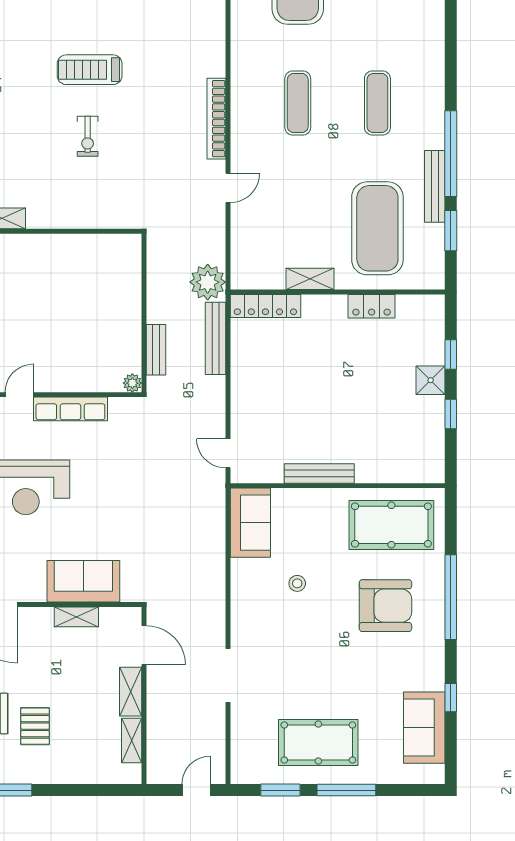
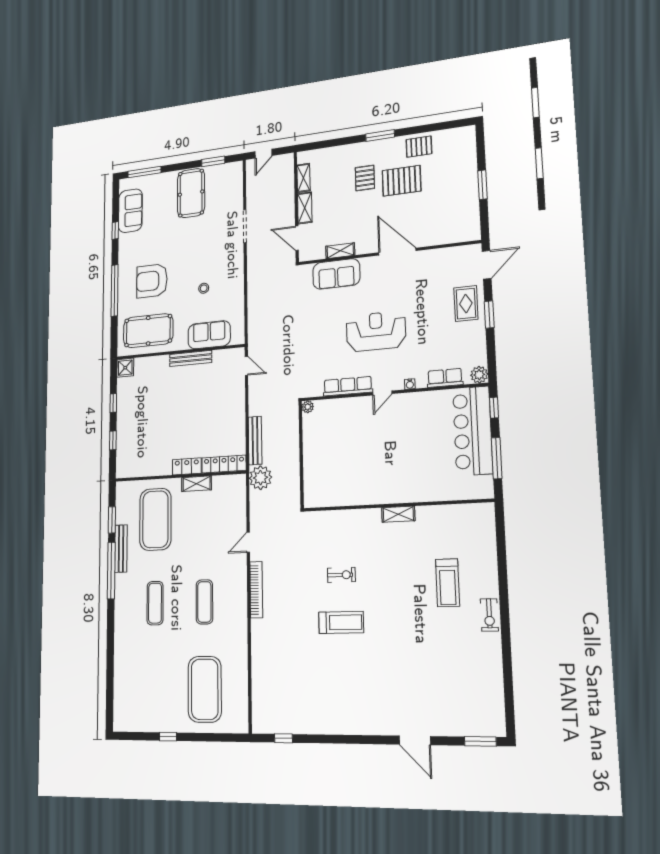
exercise bike: (88, 136) -> (341, 575), turned 90
locker: (372, 306) -> (187, 466), moved
bench: (156, 350) -> (293, 430), removed
shower: (431, 380) -> (125, 368), moved
sofa: (250, 523) -> (209, 335), moved, turned 90
pool table: (318, 742) -> (191, 193), turned 90
window: (346, 790) -> (144, 172), moved

